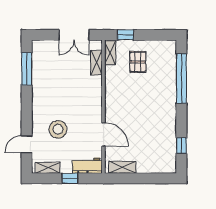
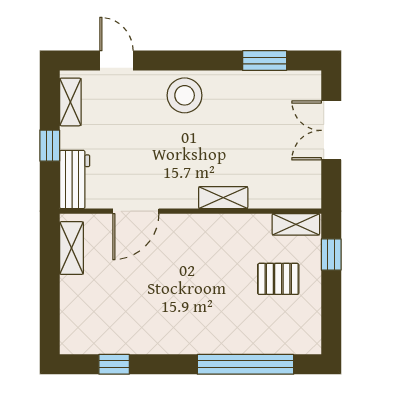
double door: (74, 35) -> (331, 130), moved
shelving: (96, 63) -> (223, 198), moved
window: (27, 69) -> (265, 61), width x0.69
stool: (58, 129) -> (185, 95), moved

